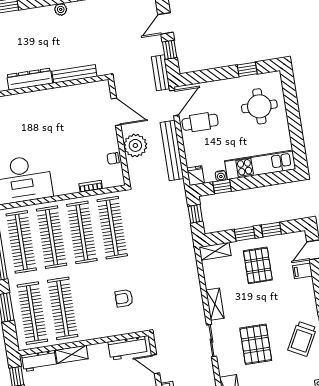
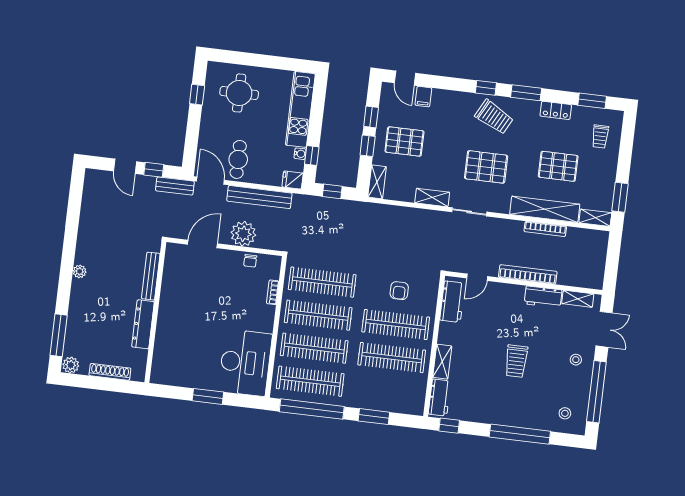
clothes rail: (32, 313) -> (396, 324), moved

